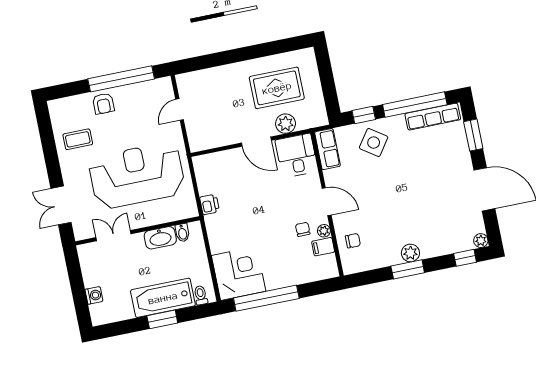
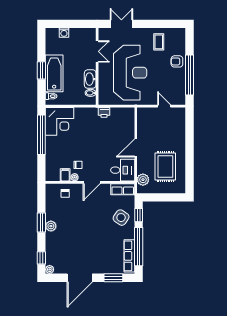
plant: (286, 124) -> (143, 180), moved

